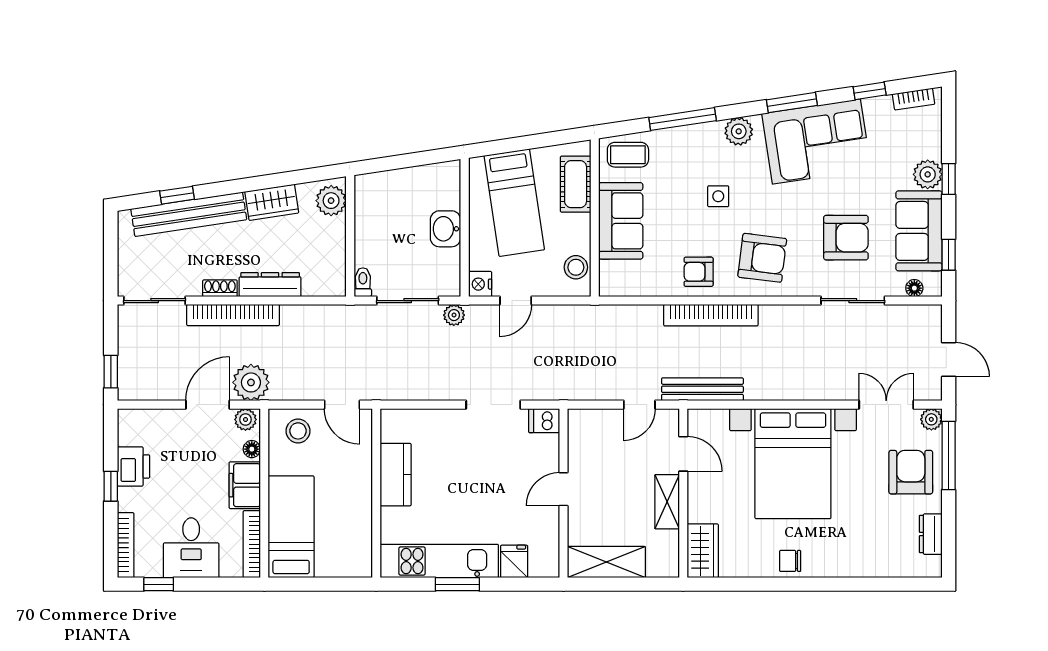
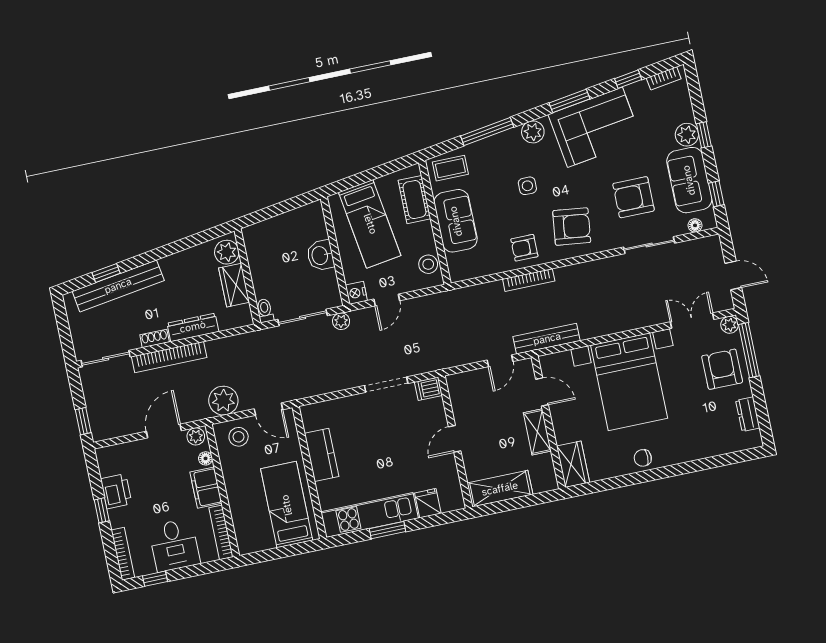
wardrobe: (272, 202) -> (234, 285), moved, turned 99
armchair: (846, 238) -> (634, 197), turned 180
bookcase: (711, 315) -> (529, 280), width x0.68, depth x0.76
plant: (251, 382) -> (223, 401), moved
bed: (291, 527) -> (287, 505), moved

